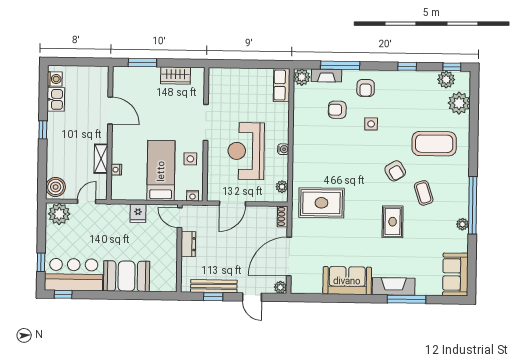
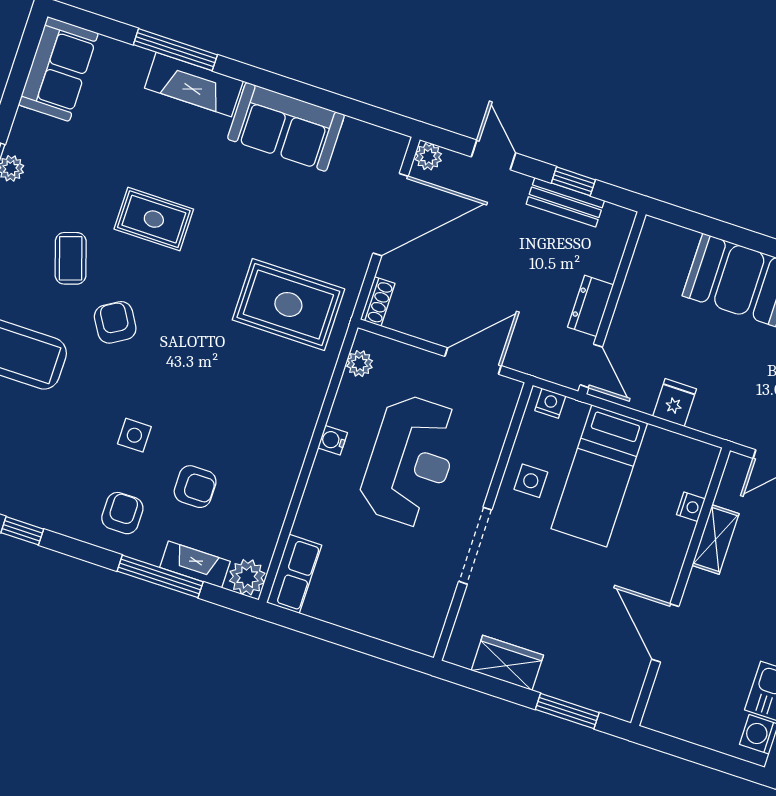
rug: (393, 222) -> (154, 219), turned 90
bench: (214, 286) -> (565, 202), width x0.73

